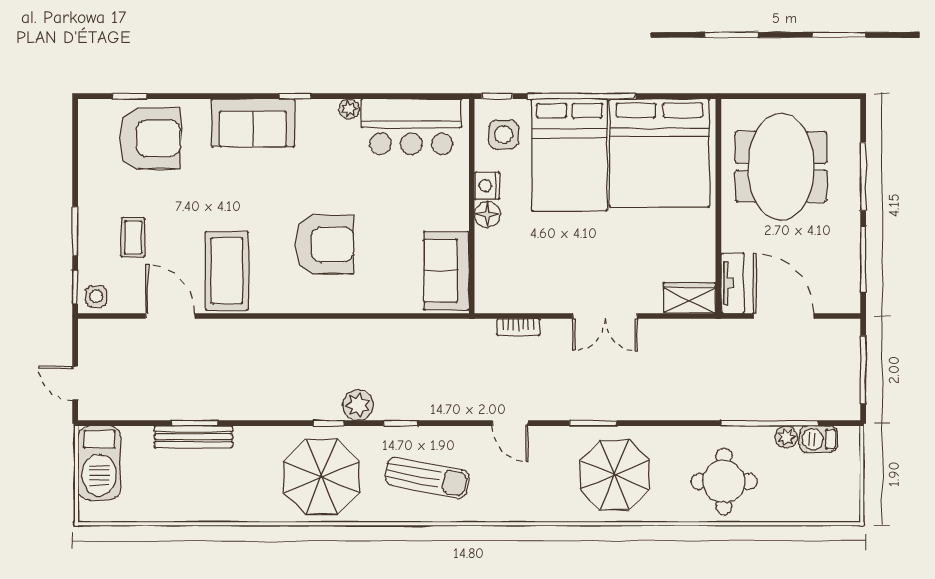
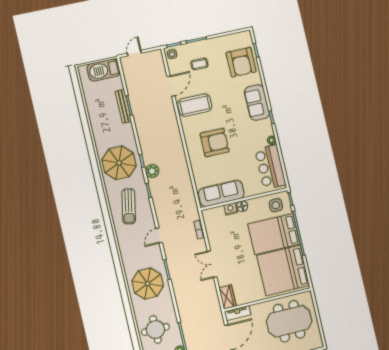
nightstand: (487, 186) -> (231, 209), moved
armchair: (324, 245) -> (215, 143), turned -90
sofa: (446, 271) -> (221, 193), width x1.36

